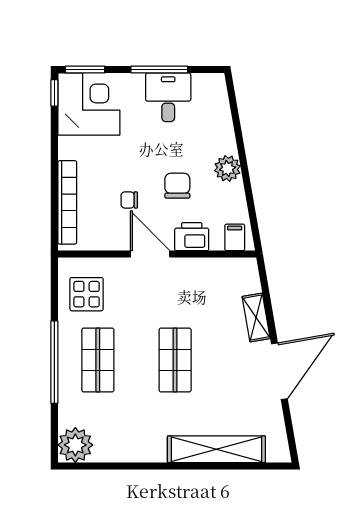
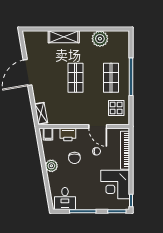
desk: (168, 97) -> (65, 199), moved
corner desk: (89, 104) -> (115, 184), moved
door: (150, 254) -> (98, 126), moved
shelving: (256, 317) -> (41, 113), moved
plant: (75, 445) -> (100, 39), moved
shelving: (216, 449) -> (64, 37), width x0.68

